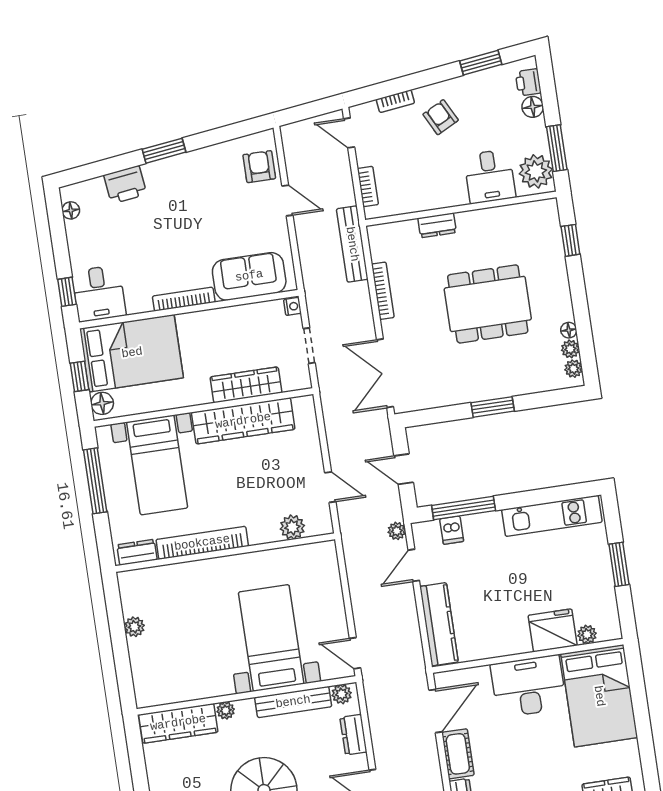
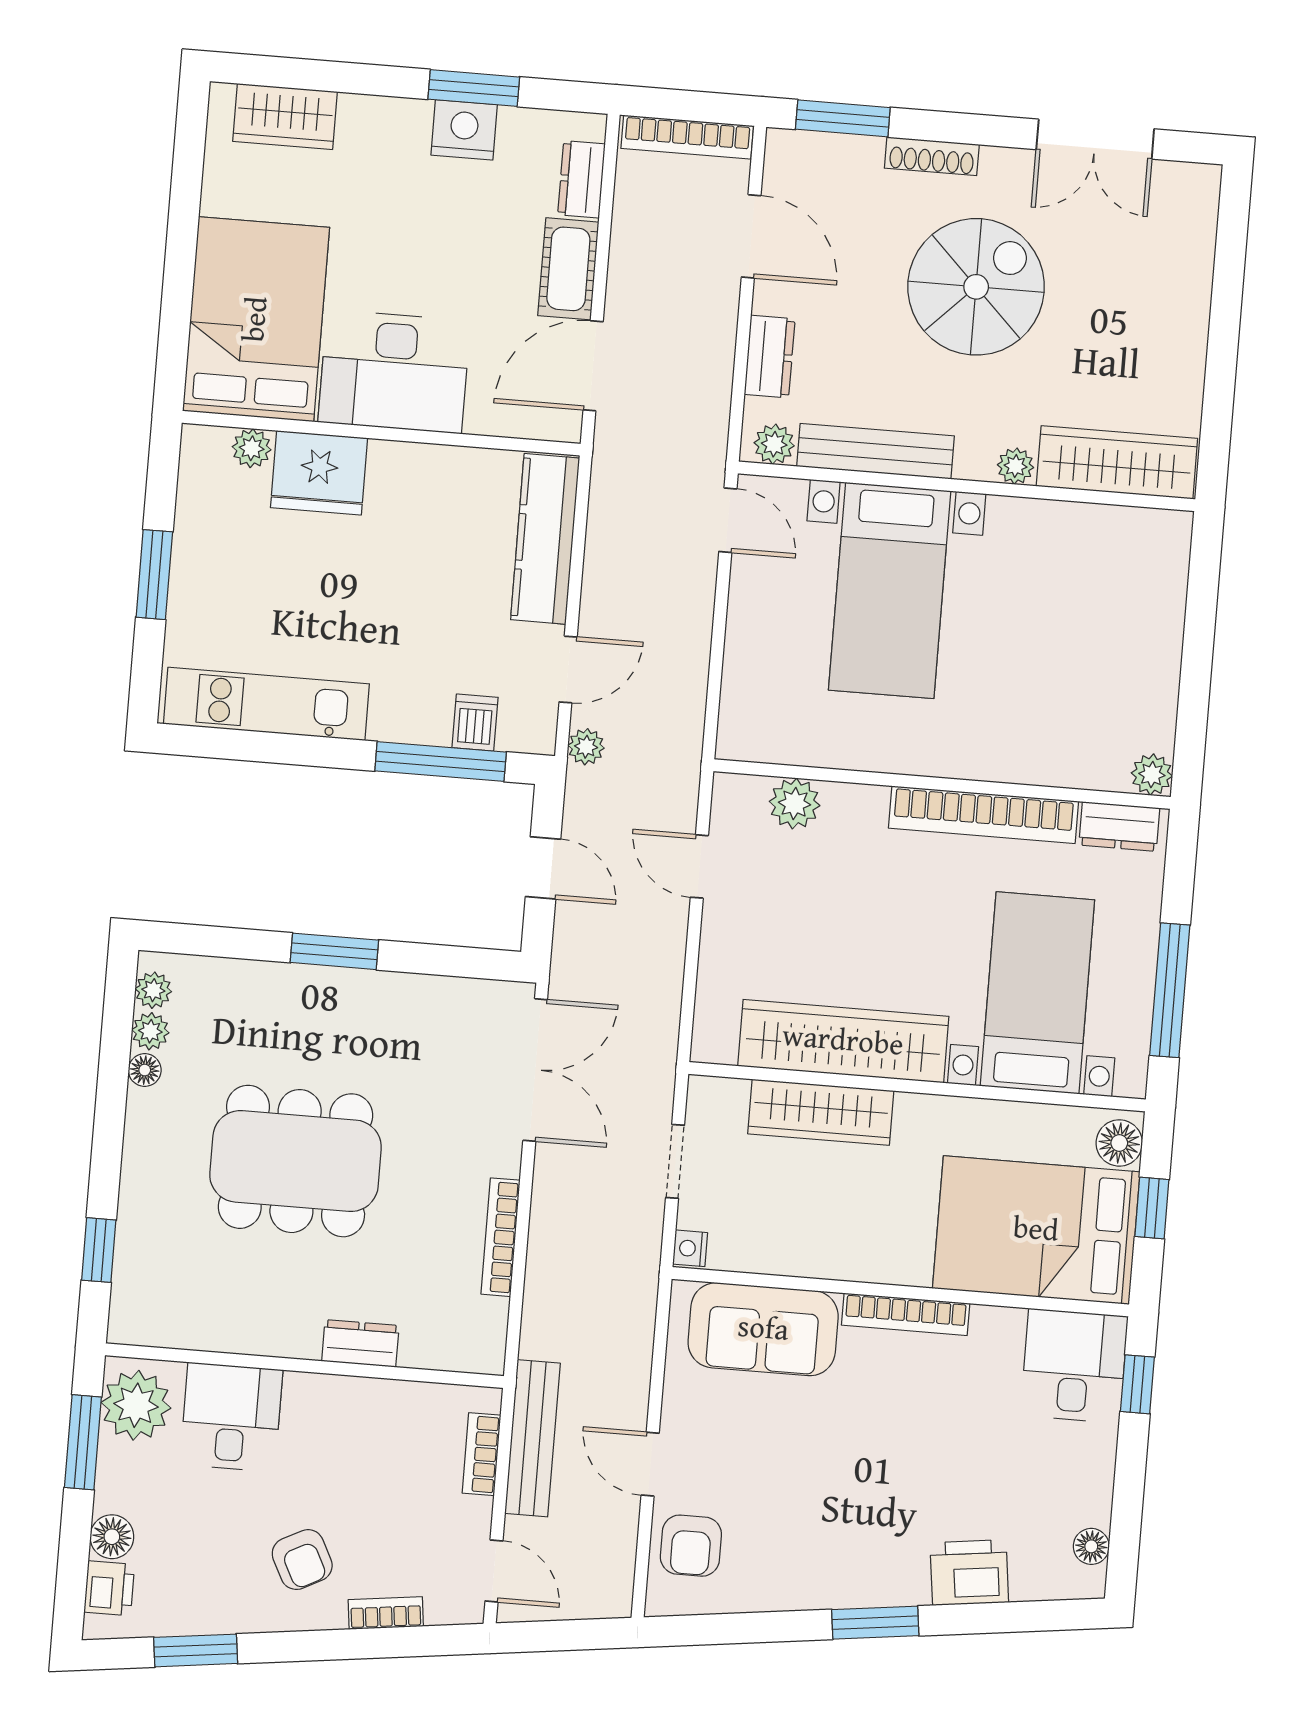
bench: (352, 244) -> (532, 1438), moved
plant: (134, 627) -> (1152, 775), moved

